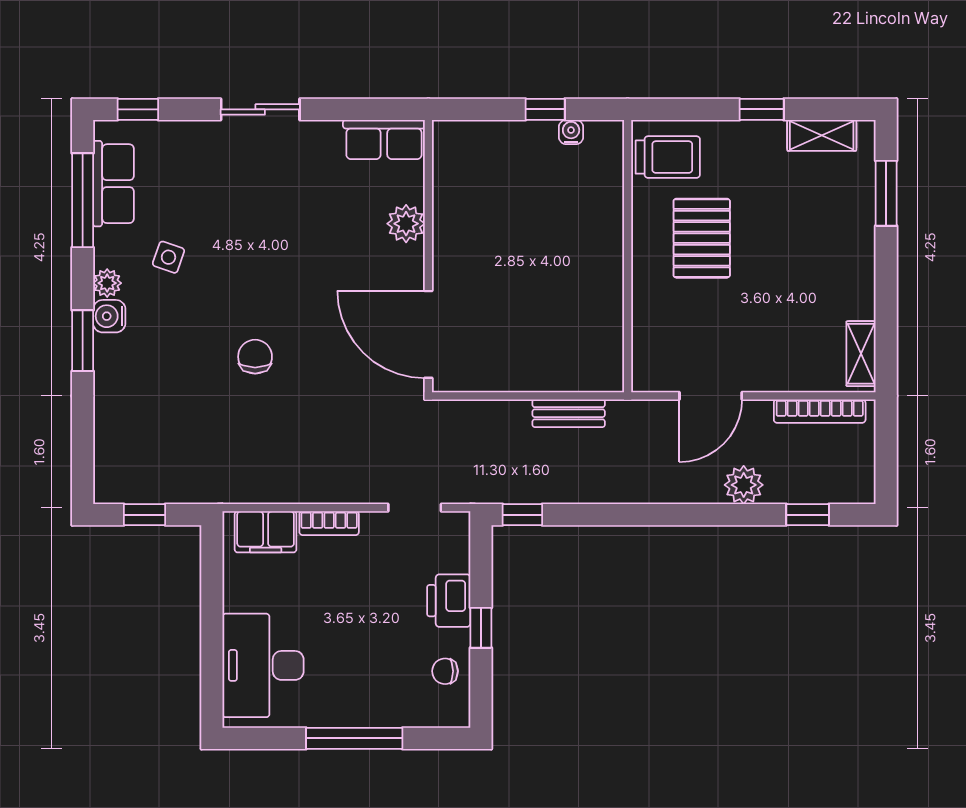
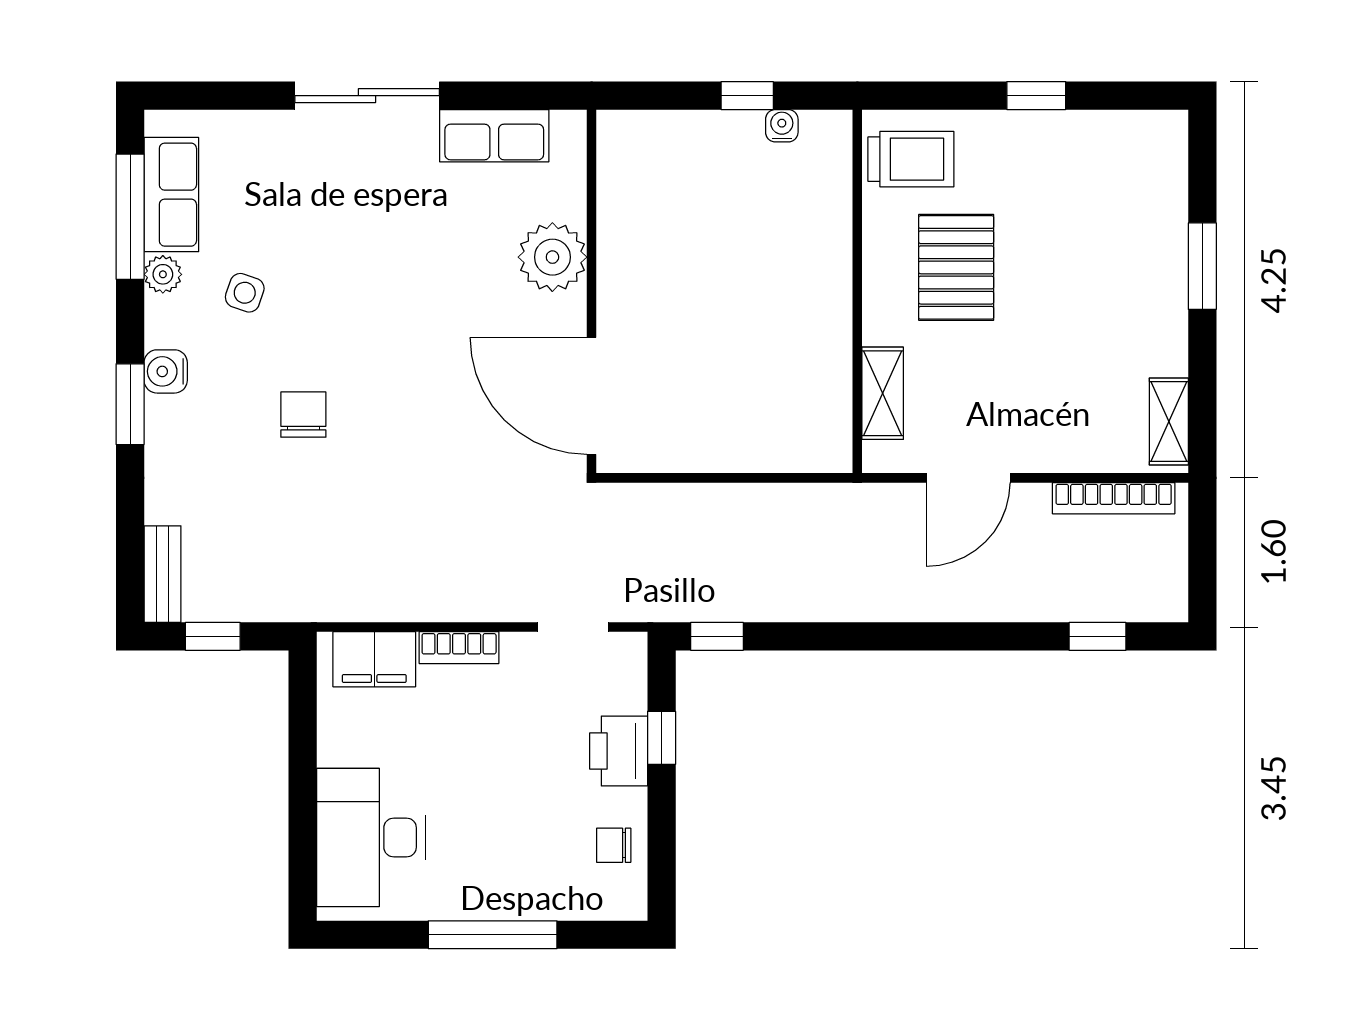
window: (138, 109) -> (204, 96), removed
sliding door: (260, 109) -> (367, 96), width x1.37
shelving: (822, 135) -> (883, 393), moved, turned 90
row of seats: (384, 139) -> (494, 136), moved
window: (886, 193) -> (1202, 266), moved
plant: (406, 224) -> (552, 257), width x1.36, depth x1.36
plant: (107, 283) -> (163, 274), moved
chair: (255, 357) -> (303, 415), moved
bench: (569, 413) -> (162, 574), moved, turned 90
plant: (744, 485) -> (1012, 597), removed
window: (481, 628) -> (662, 738), moved

